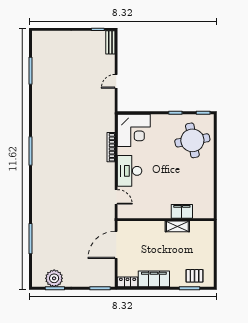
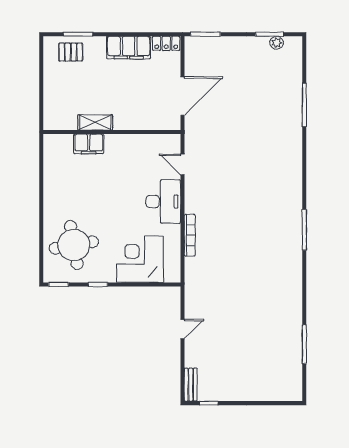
corner desk: (134, 130) -> (140, 259), moved
plant: (54, 278) -> (277, 43), width x0.53, depth x0.53

